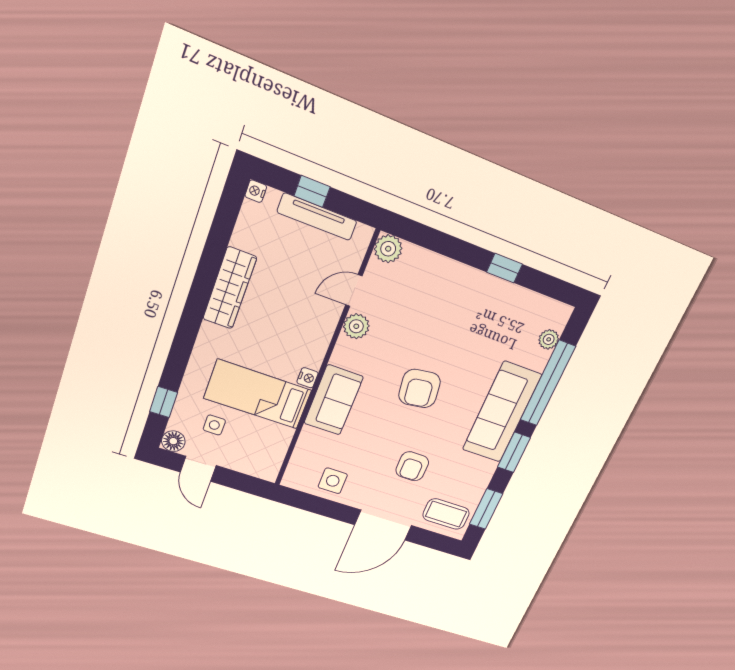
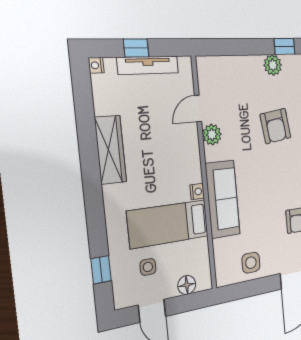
plant: (388, 249) -> (273, 65), moved
armchair: (419, 389) -> (275, 126), moved
sofa: (334, 400) -> (223, 199), width x1.36
floor lamp: (173, 441) -> (187, 285), moved

